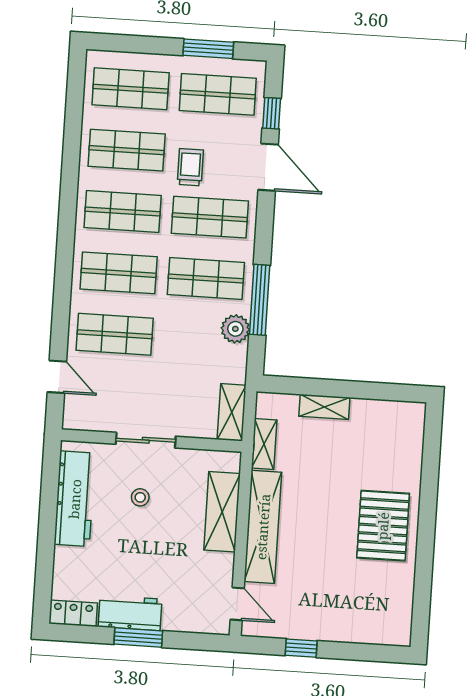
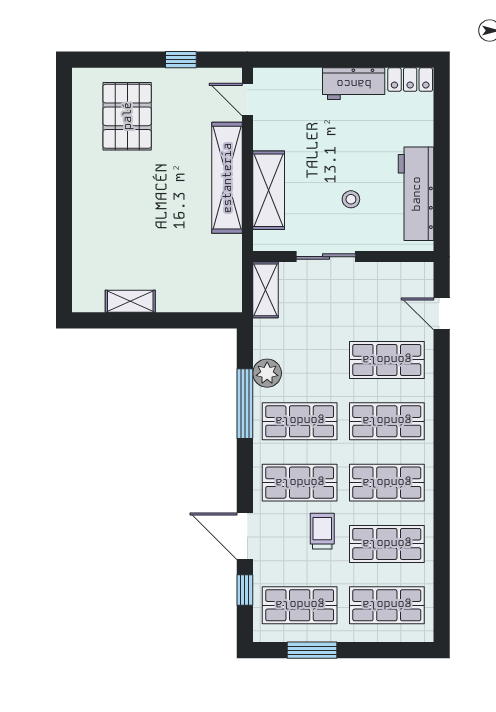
trolley: (190, 167) -> (322, 531), turned 180
shelving: (324, 407) -> (130, 301), moved
sliding door: (146, 440) -> (326, 257), moved
shelving: (264, 444) -> (231, 260), removed
pallet: (383, 526) -> (127, 116), moved
window: (138, 637) -> (344, 60), removed

